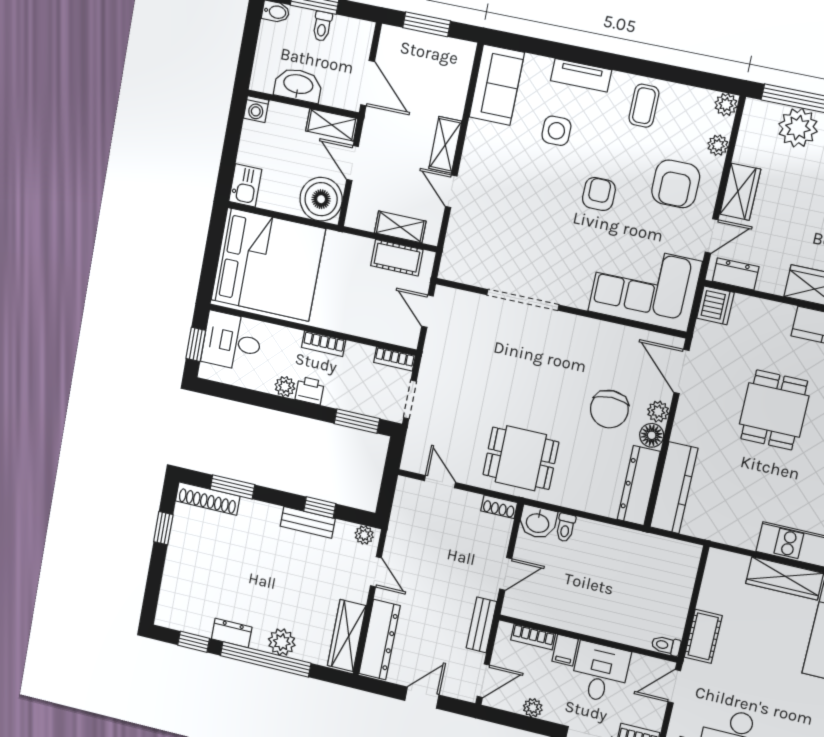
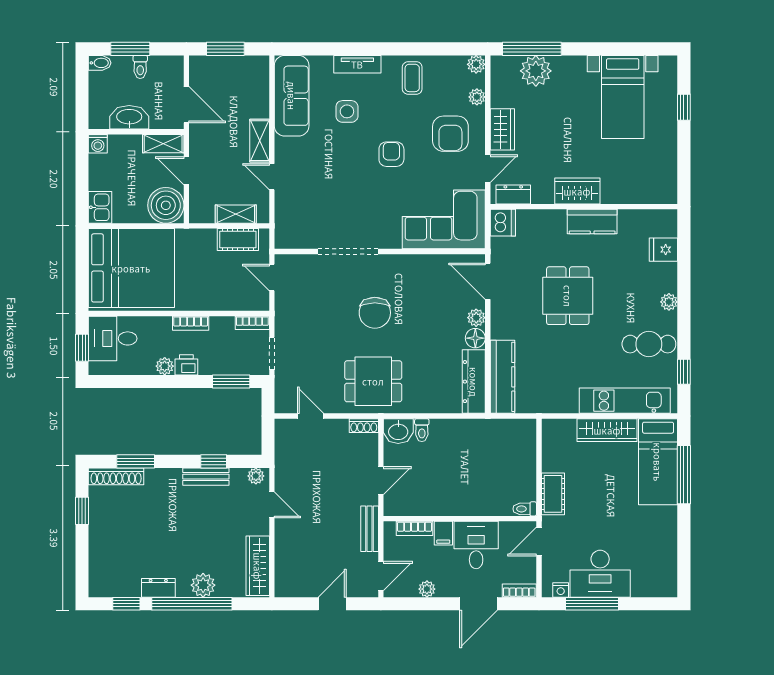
sofa: (497, 85) -> (292, 96), width x1.36
chair: (609, 409) -> (375, 313), moved
dresser: (380, 640) -> (286, 562), removed

